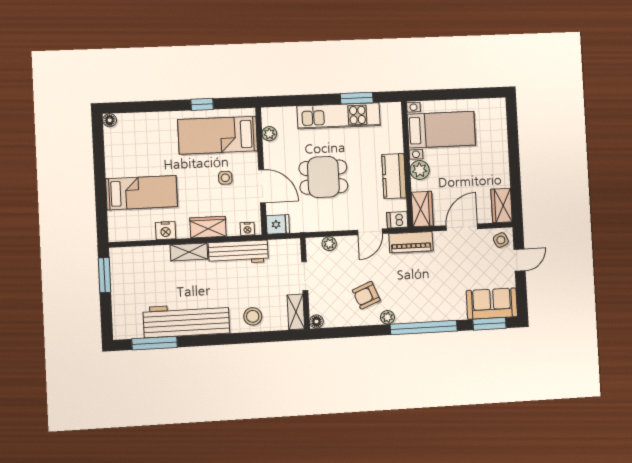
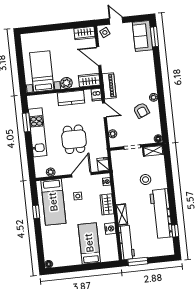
workbench: (238, 252) -> (127, 242), moved
stool: (253, 316) -> (146, 180), moved
window: (424, 328) -> (159, 76), removed
window: (155, 343) -> (175, 231), width x0.46

